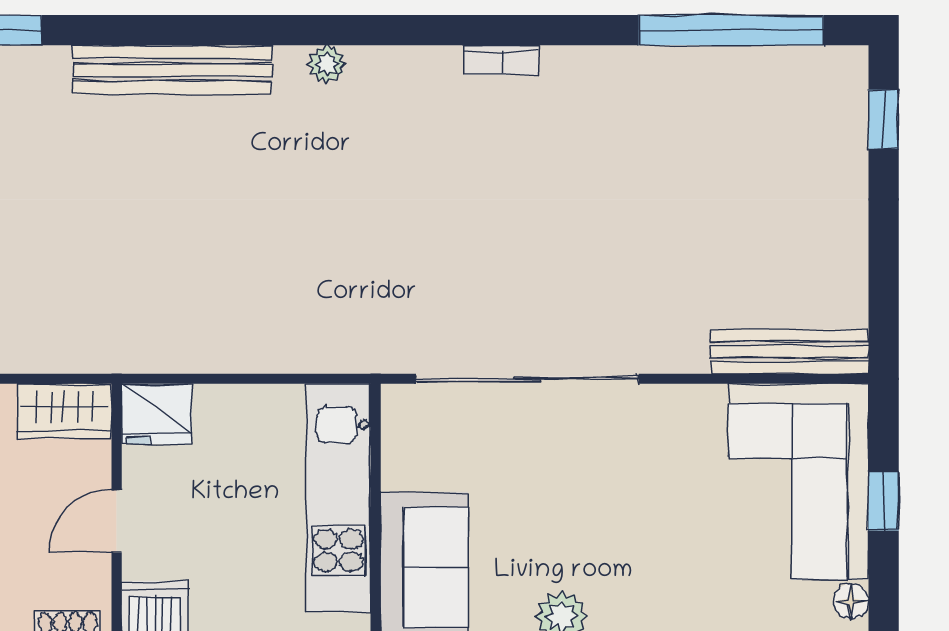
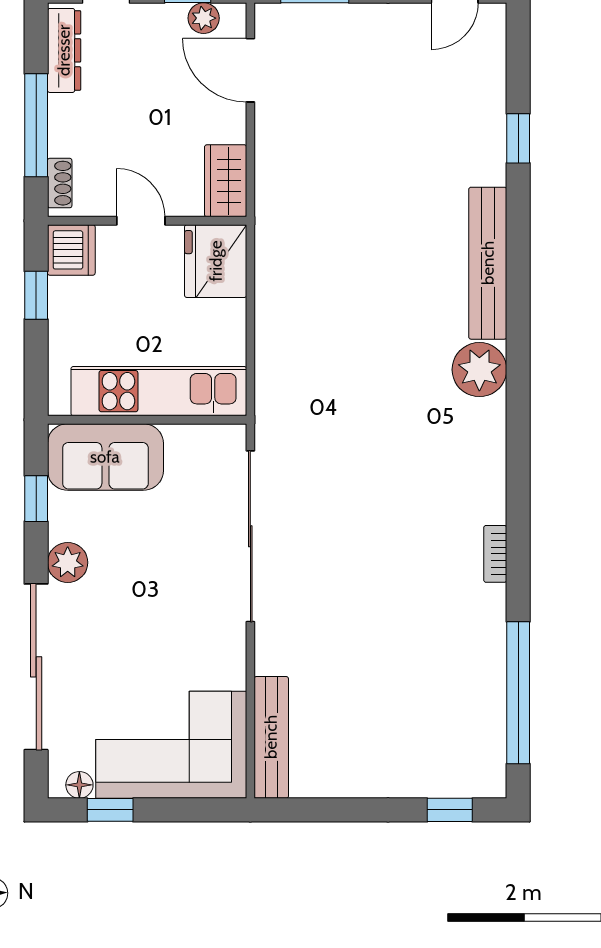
bookcase: (501, 60) -> (495, 554), moved
plant: (327, 64) -> (479, 370), width x1.88, depth x1.88
fridge: (157, 414) -> (216, 261), width x1.36, depth x1.34
window: (884, 501) -> (110, 810), moved

